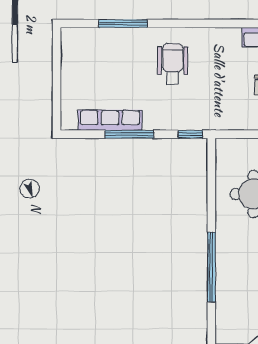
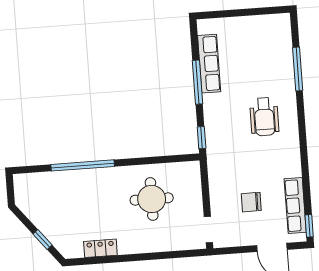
wheelchair: (173, 64) -> (264, 117), turned 90

